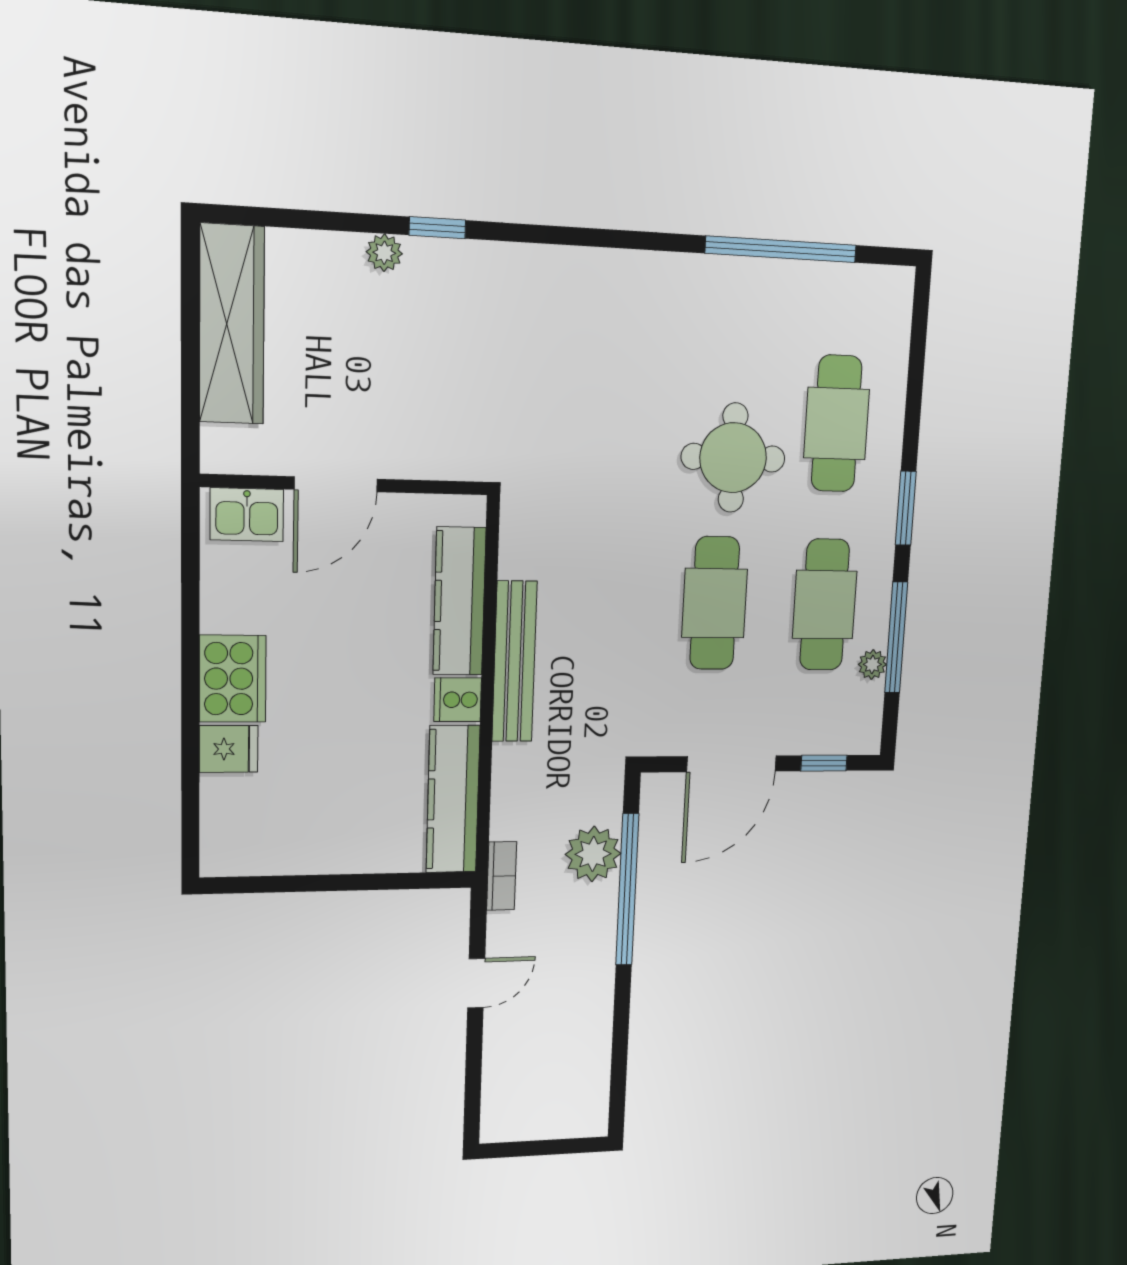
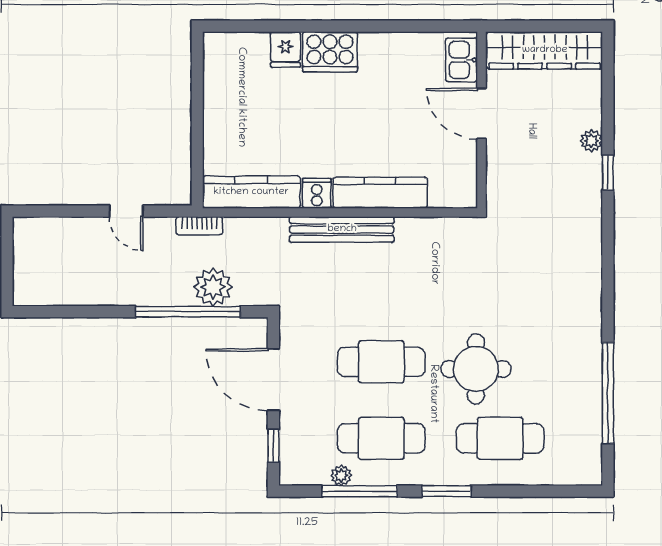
door: (336, 484) -> (481, 114), moved
wall: (346, 485) -> (481, 120), moved
kitchen sink: (247, 515) -> (461, 60), moved

